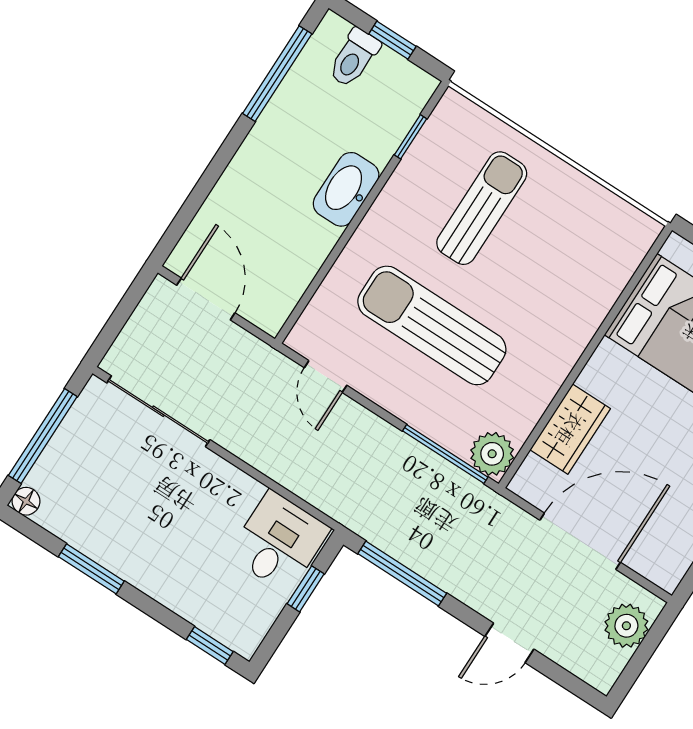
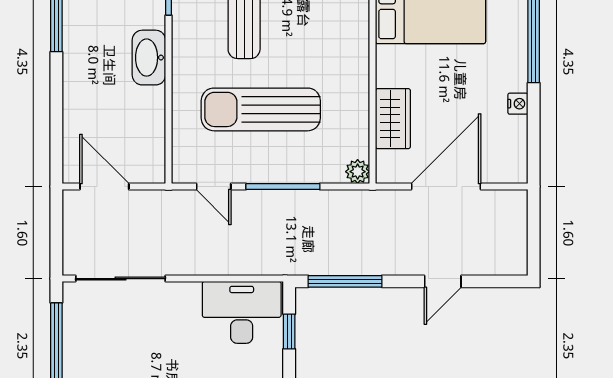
window: (445, 454) -> (283, 187), moved
plant: (492, 454) -> (358, 172), width x0.73, depth x0.73
desk: (279, 542) -> (242, 312), width x1.37
plant: (626, 626) -> (511, 222), removed

